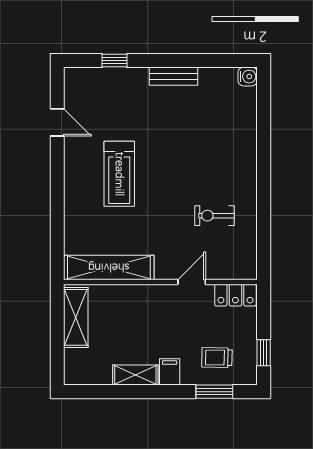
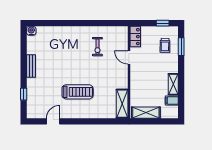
shelving: (109, 267) -> (122, 104), width x0.68
filing cabinet: (170, 372) -> (172, 100), moved

